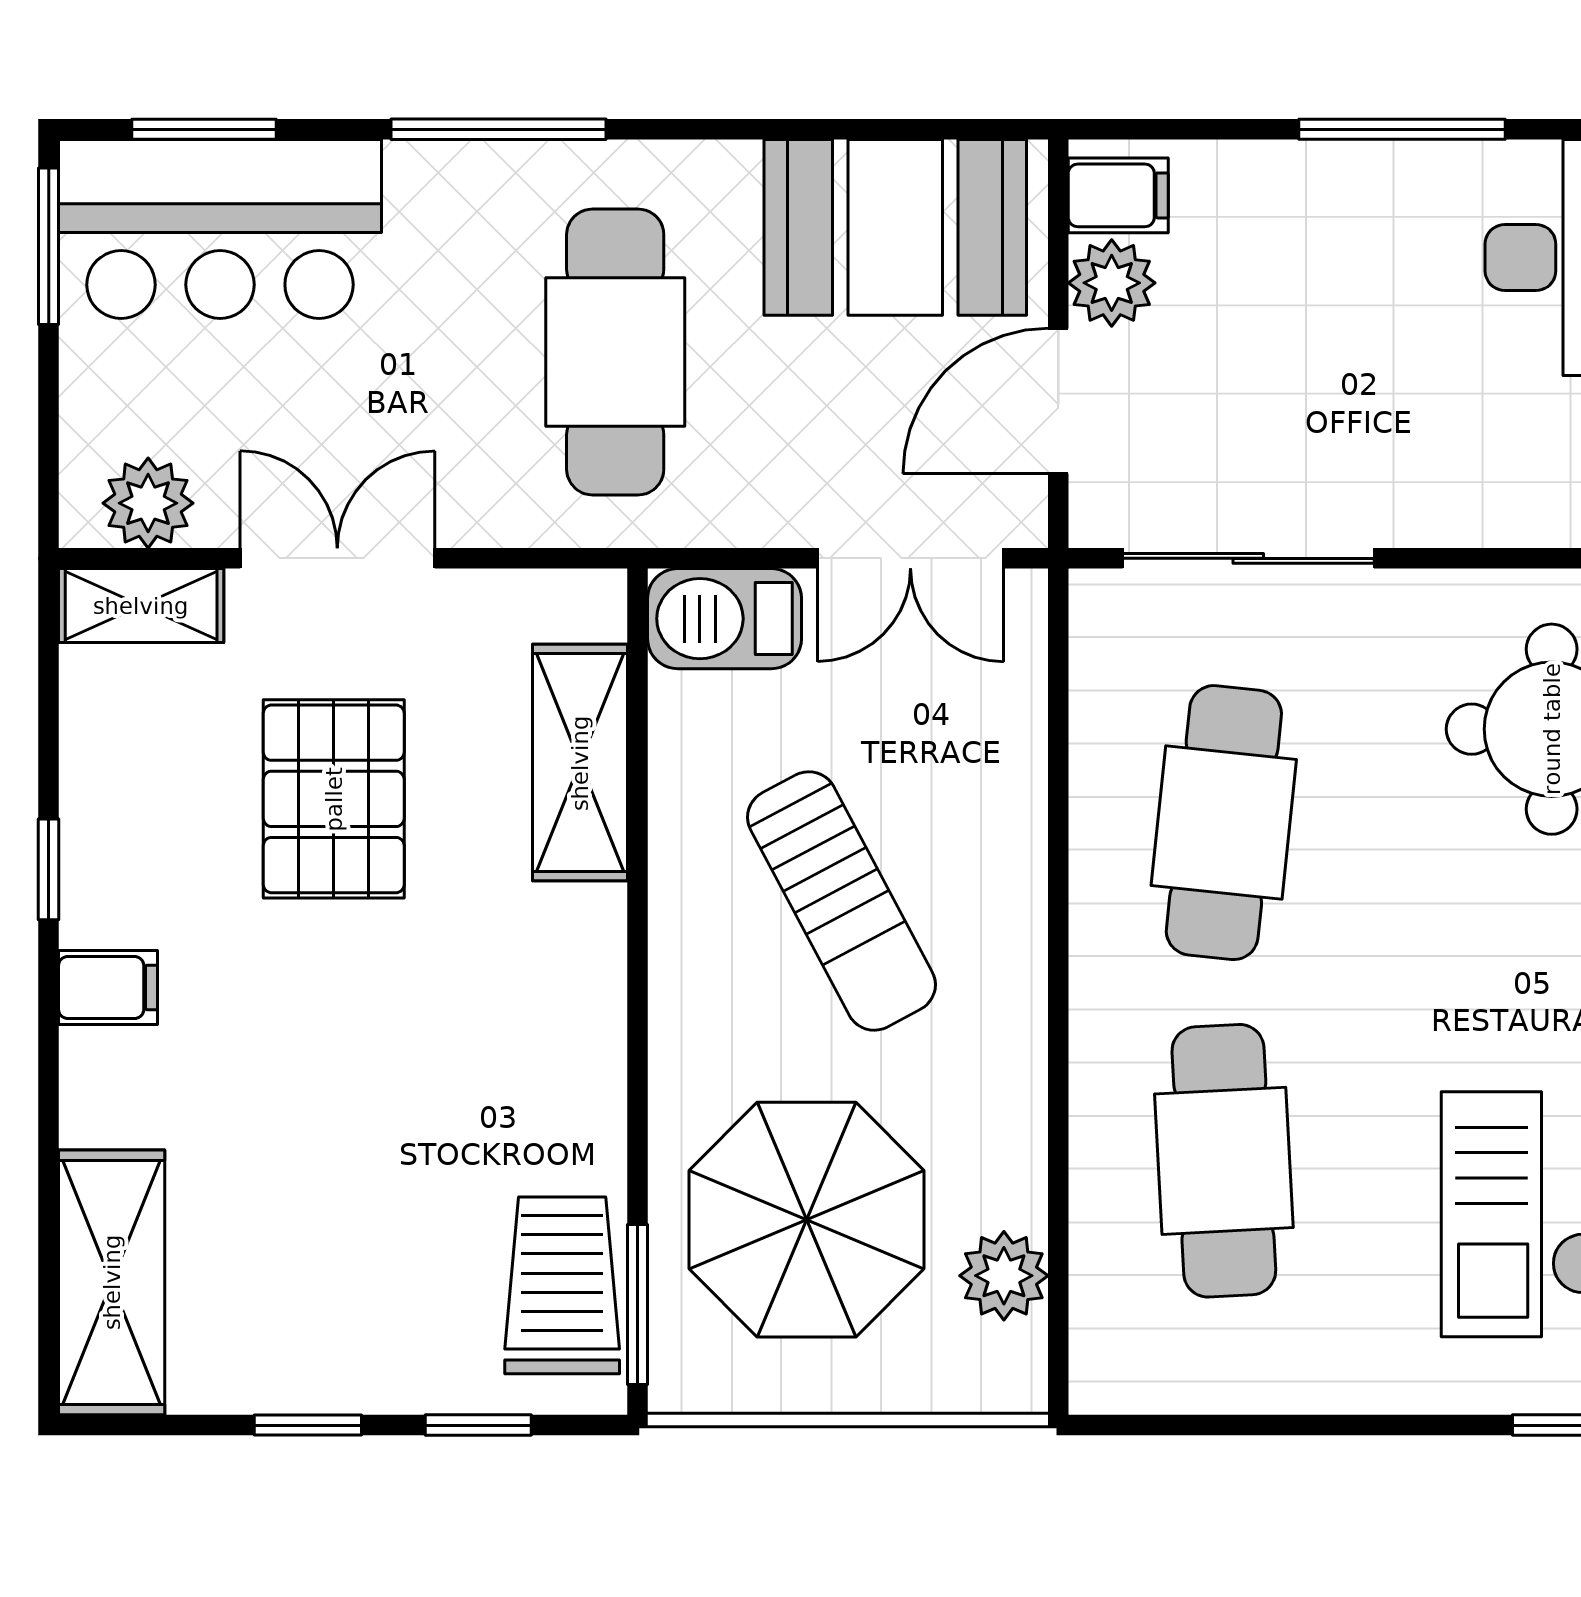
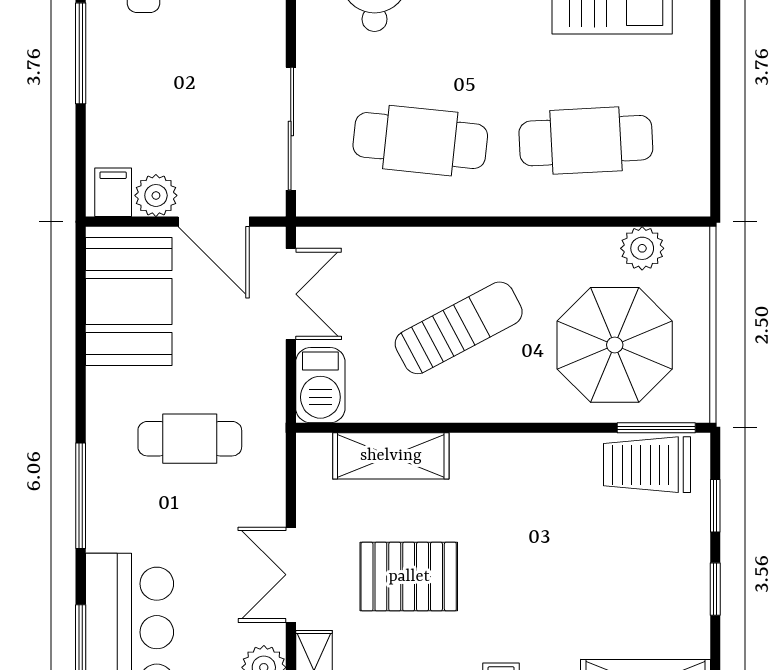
cafe table: (615, 352) -> (190, 439), width x0.73, depth x0.74

